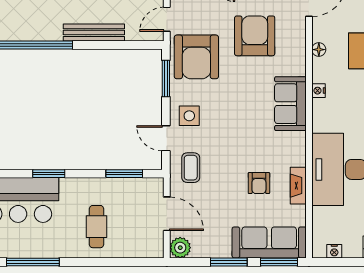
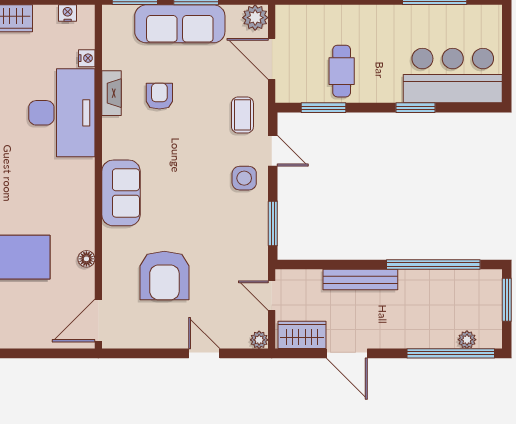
door: (167, 19) -> (272, 296), swing flipped
armchair: (196, 57) -> (236, 250), removed
nightstand: (319, 91) -> (87, 58), moved
cafe table: (97, 227) -> (342, 71), moved
sofa: (269, 242) -> (180, 24), moved

